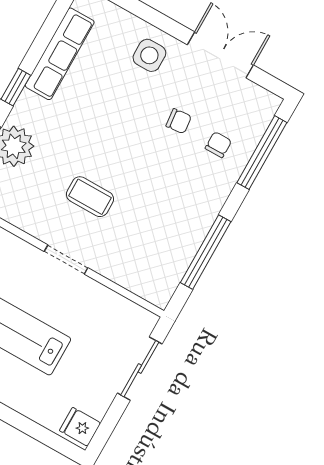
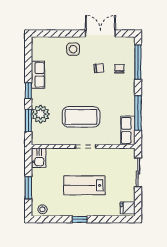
row of seats: (60, 54) -> (38, 75), width x0.68
coffee table: (90, 197) -> (81, 117), width x1.86, depth x1.72
row of seats: (167, 275) -> (128, 130), added

